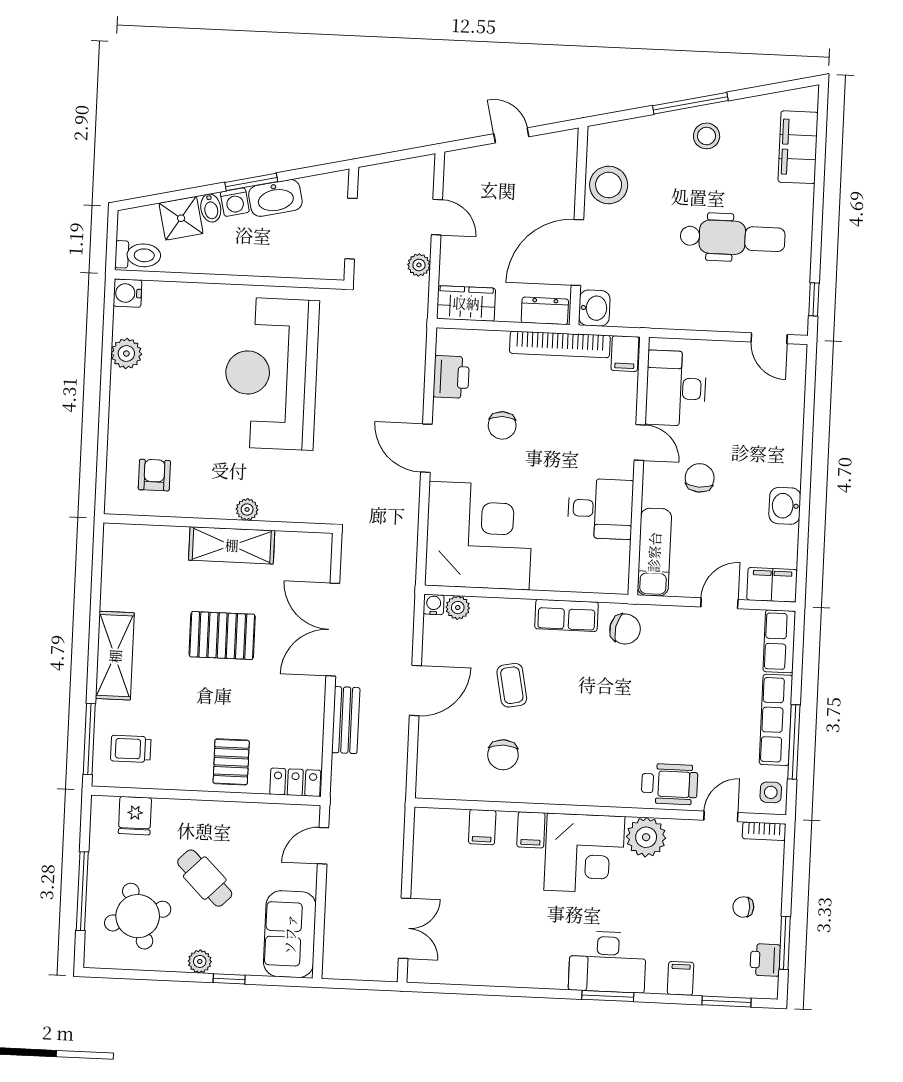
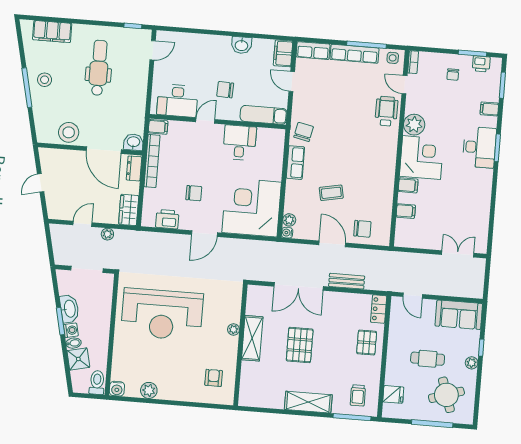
armchair: (154, 475) -> (214, 378), turned 90
chair: (503, 755) -> (362, 229), moved
pallet: (231, 762) -> (367, 343), turned 90
cafe table: (205, 878) -> (428, 359), turned 45

